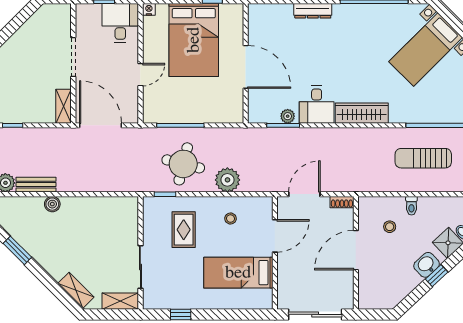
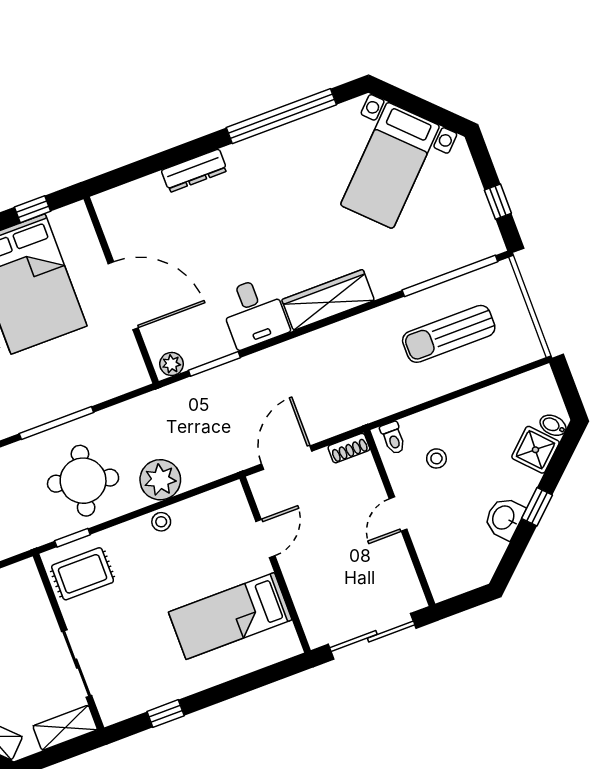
plant: (288, 116) -> (171, 364), moved
toilet: (411, 206) -> (393, 438), moved
stool: (231, 219) -> (161, 522), moved
rug: (184, 230) -> (83, 574), moved, turned 90
door: (275, 236) -> (265, 539), width x0.73
door: (356, 250) -> (398, 514), width x0.53
washbasin: (427, 265) -> (504, 518), moved

